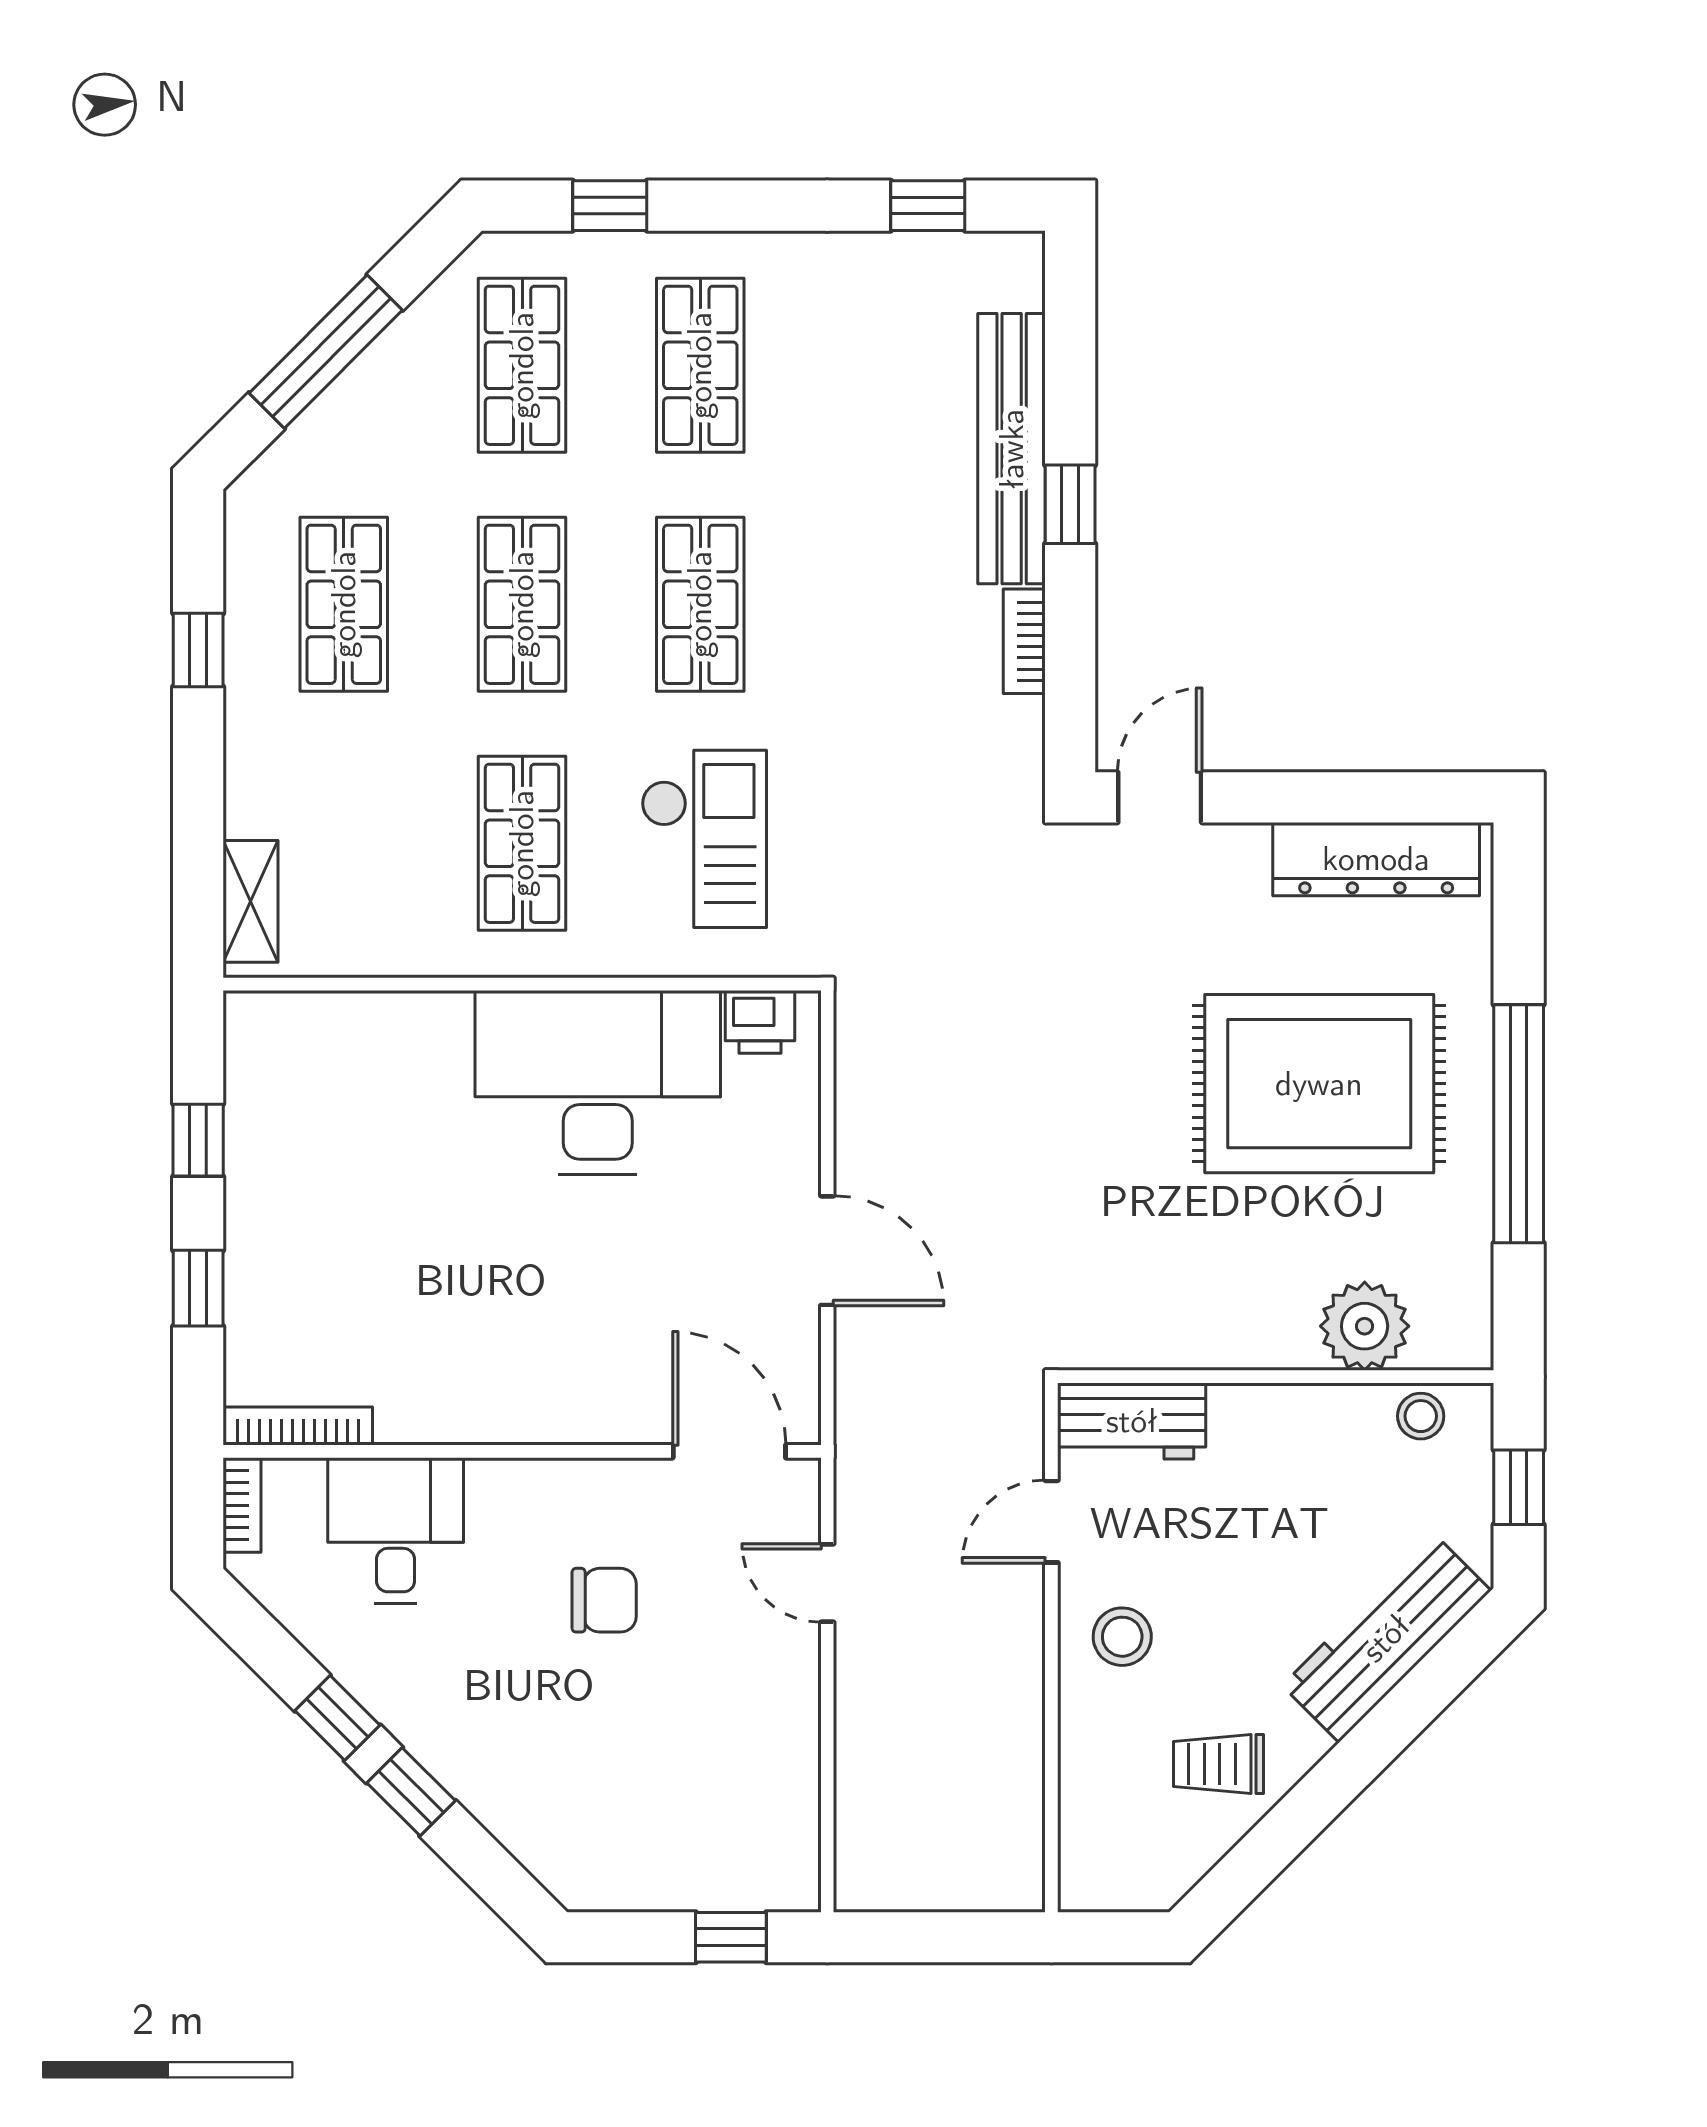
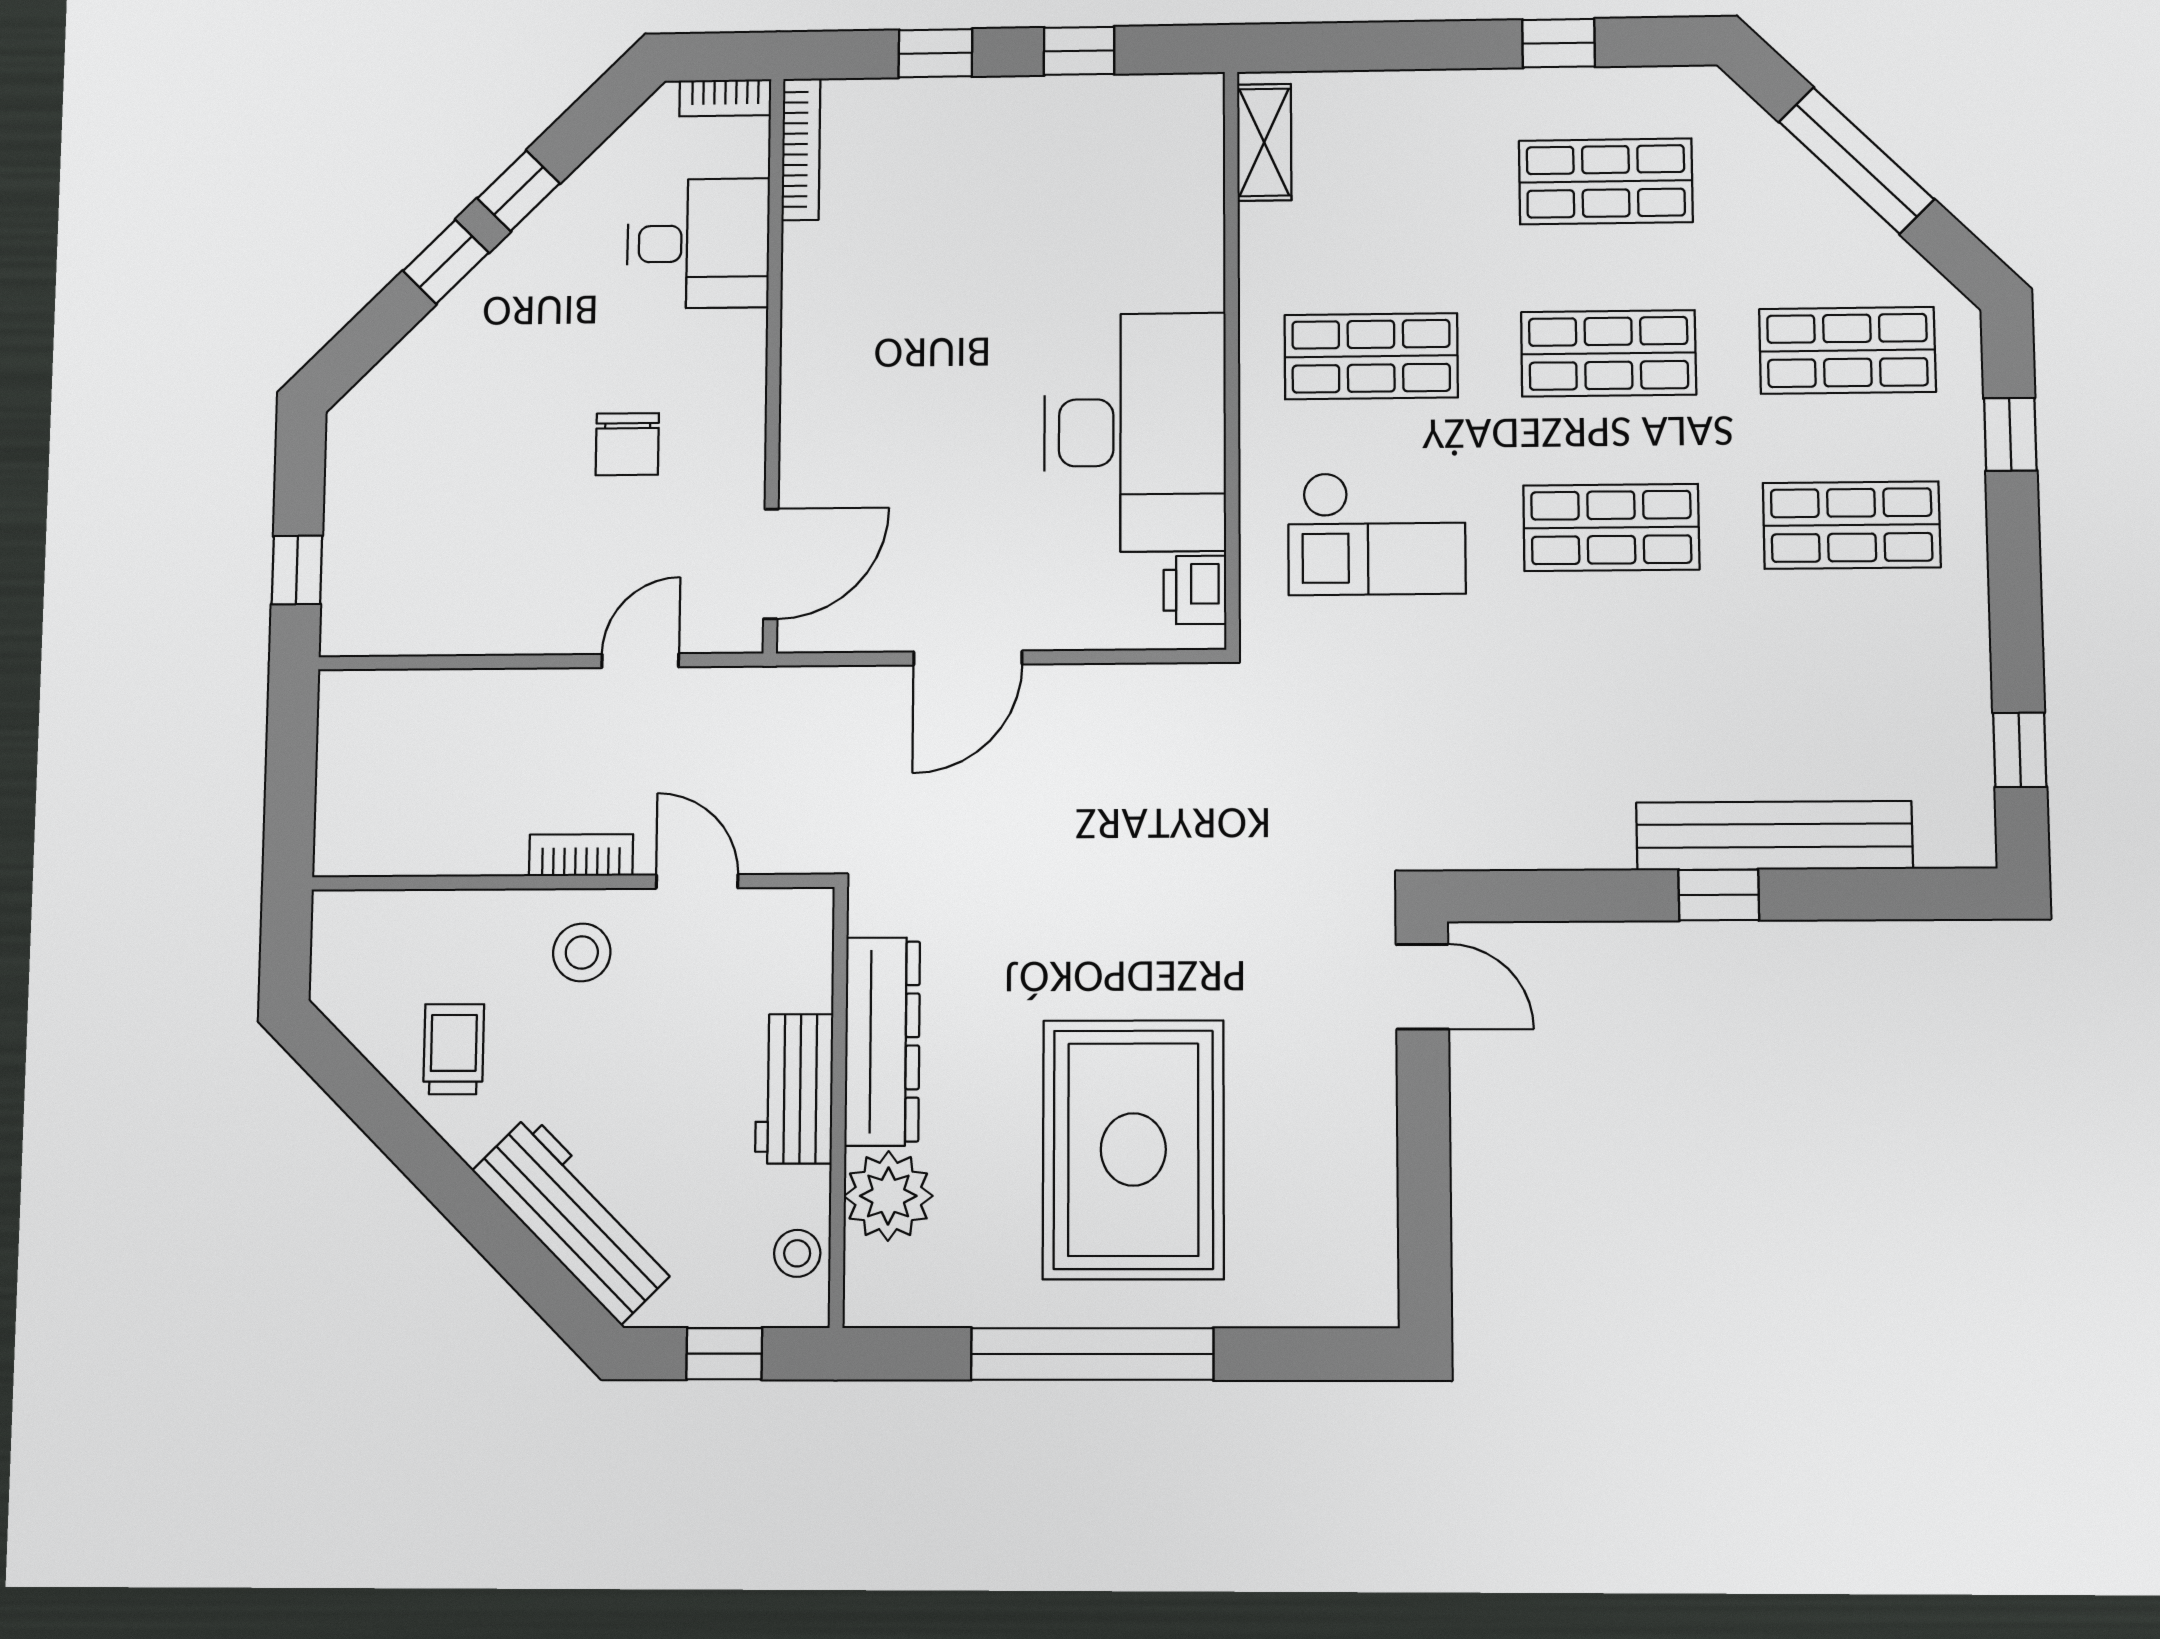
bookcase: (1024, 641) -> (581, 855), moved
dresser: (1376, 859) -> (882, 1041), moved, turned 180
shelving: (251, 901) -> (1264, 142), moved, turned 90
workbench: (1132, 1421) -> (794, 1089), moved

